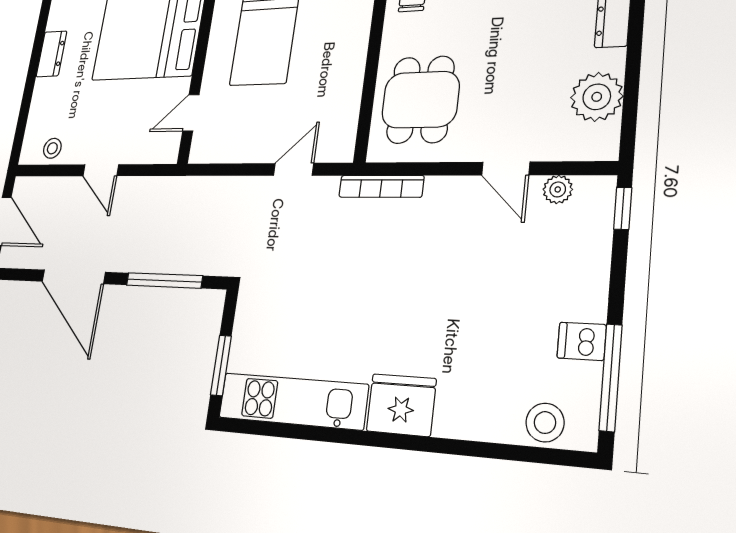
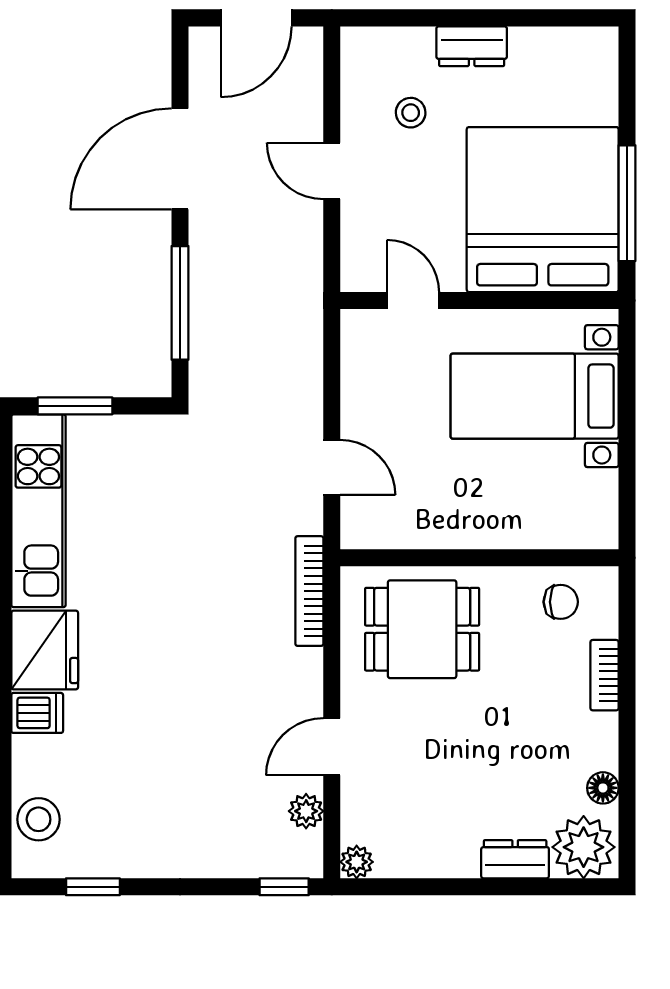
dresser: (52, 54) -> (472, 46), moved
plant: (597, 97) -> (357, 862), moved, width x0.53, depth x0.53
stool: (52, 148) -> (411, 113), moved
door: (101, 170) -> (332, 171), hinge flipped
dishwasher: (582, 341) -> (37, 713), moved, turned 90
window: (611, 377) -> (93, 887), width x0.46

